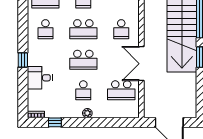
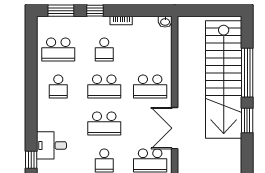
school desk: (121, 29) -> (150, 86), width x1.85
window: (23, 60) -> (31, 160), moved

